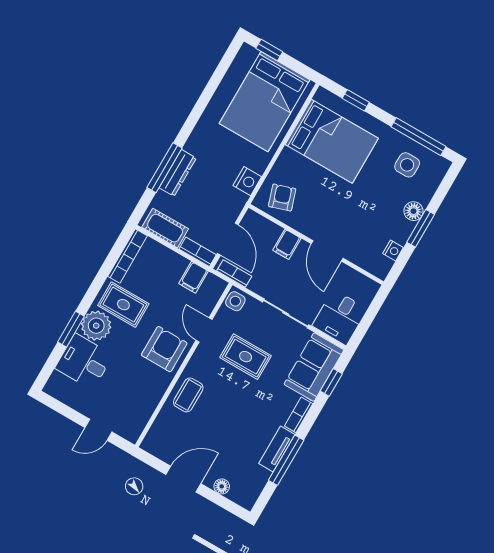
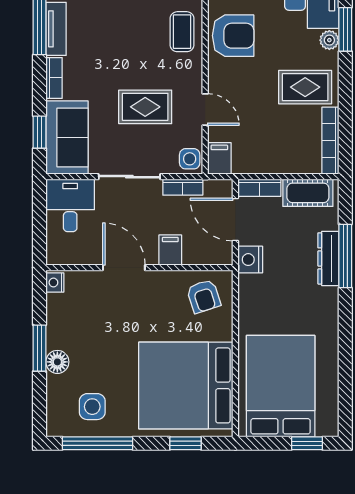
bed: (332, 141) -> (186, 385), width x1.36
nightstand: (247, 181) -> (250, 260), moved
nightstand: (393, 250) -> (55, 283), moved
bookcase: (234, 274) -> (183, 187), moved
filing cabinet: (193, 277) -> (219, 158), moved
plant: (96, 326) -> (329, 40), width x0.53, depth x0.53
armchair: (164, 349) -> (233, 36), moved, turned -90

